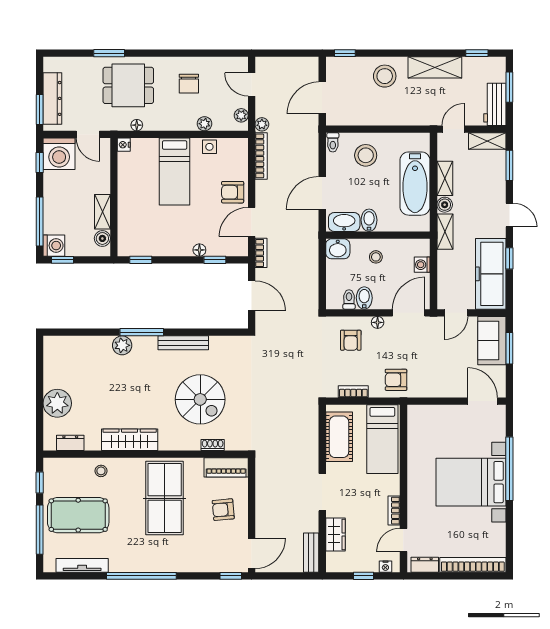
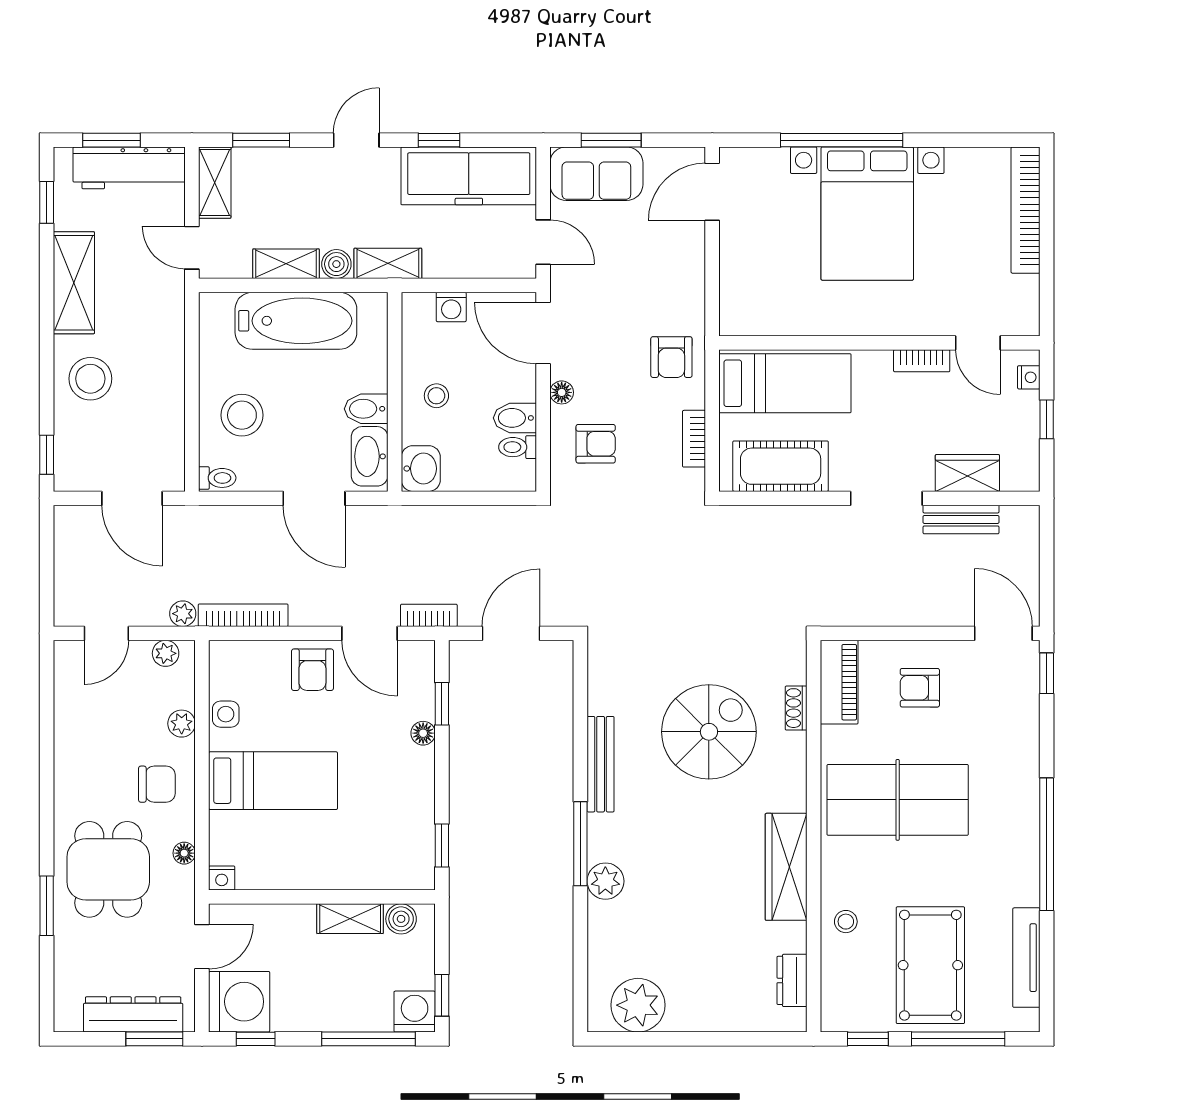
chair: (189, 84) -> (157, 784), moved
workbench: (495, 104) -> (129, 168), width x1.37
plant: (57, 403) -> (638, 1005), moved
armchair: (223, 510) -> (920, 688), turned 95
bench: (311, 553) -> (961, 519), moved
dresser: (425, 565) -> (1025, 302), removed

